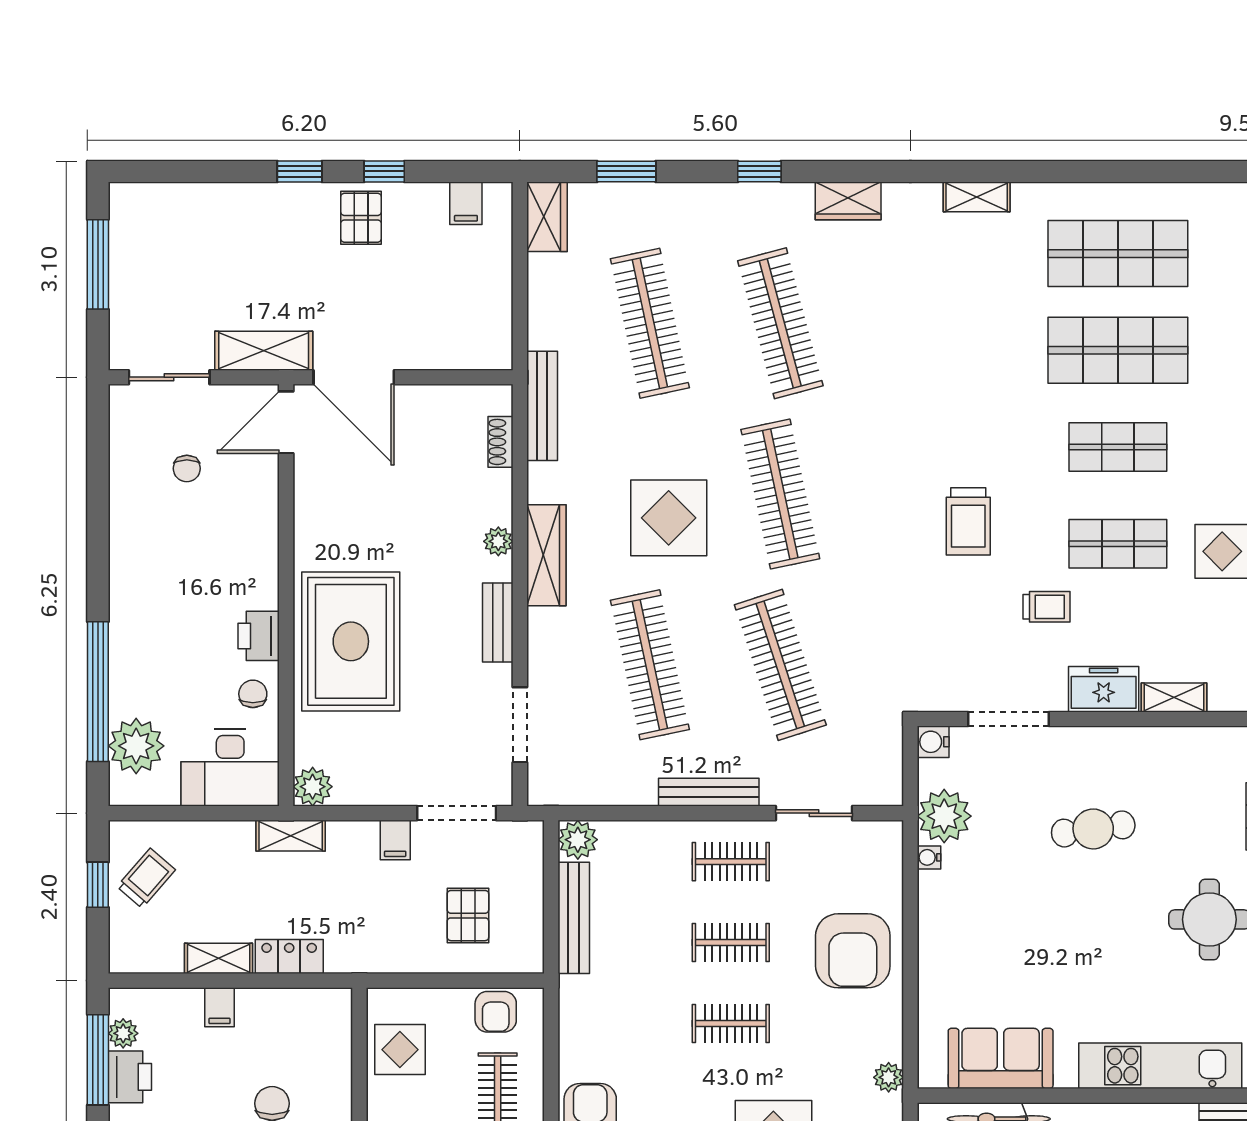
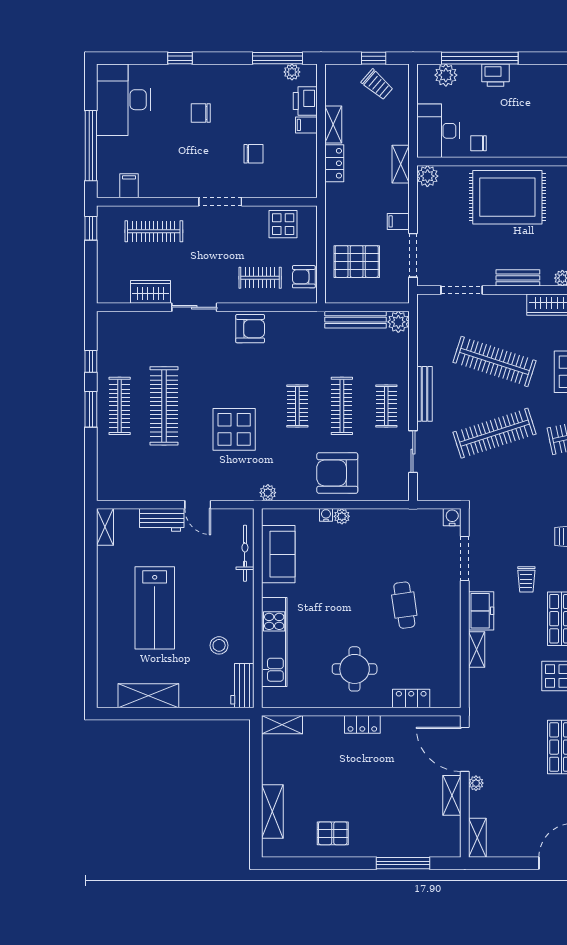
printer: (259, 636) -> (495, 75), moved, turned 180
clothes rail: (650, 665) -> (494, 361), turned 30
chair: (253, 694) -> (479, 143), turned 180
plant: (136, 746) -> (446, 75), width x0.73, depth x0.73
plant: (944, 816) -> (342, 516), moved, width x0.53, depth x0.53
water cooler: (929, 857) -> (326, 515), moved
pallet: (468, 916) -> (357, 262), width x1.50, depth x1.42
clothes rail: (731, 943) -> (342, 406), width x1.36
printer: (130, 1077) -> (305, 101), moved, turned 90

